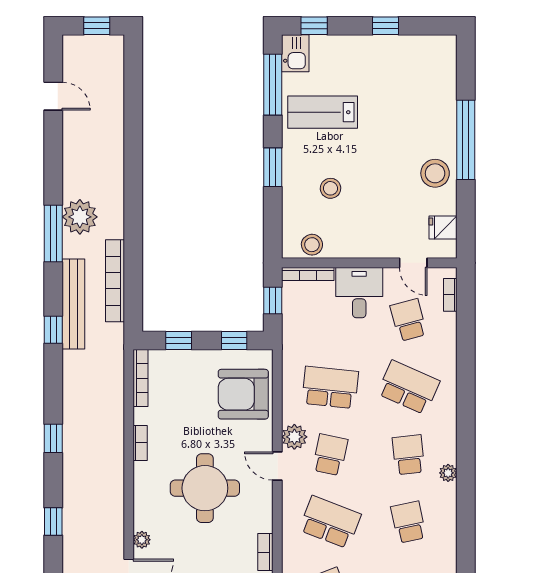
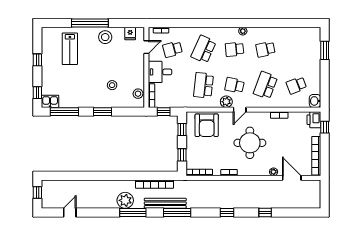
lab bench: (323, 112) -> (70, 49), moved
window: (53, 330) -> (177, 212), width x2.17

